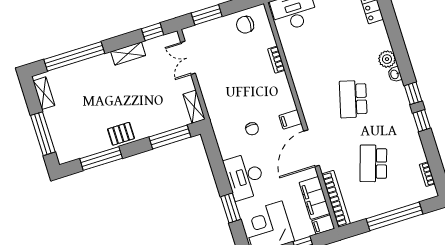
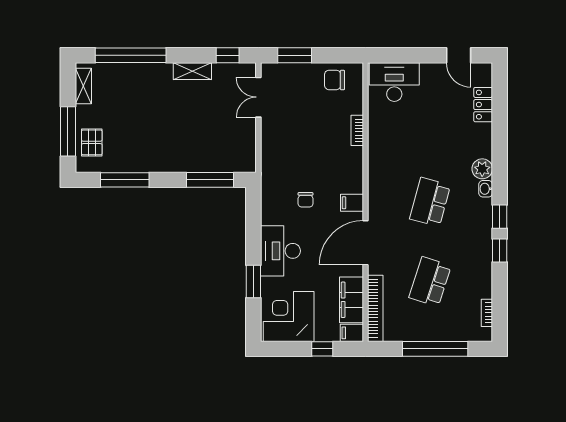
shelving: (194, 107) -> (248, 154), removed
pallet: (121, 134) -> (92, 142), moved, turned 90

